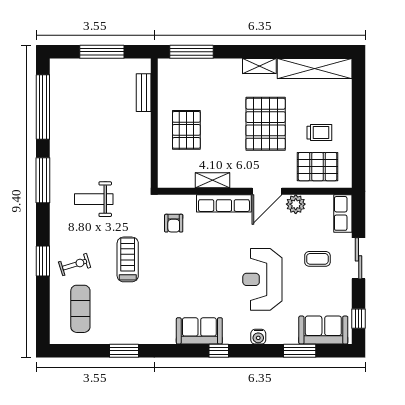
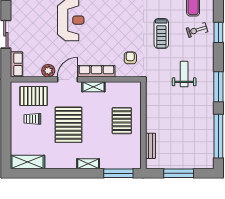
shelving: (259, 66) -> (88, 164), moved
shelving: (315, 69) -> (27, 162), width x0.68
shelving: (212, 180) -> (93, 87), moved
weight bench: (94, 199) -> (184, 74), turned -90
coffee table: (317, 259) -> (34, 34), removed

